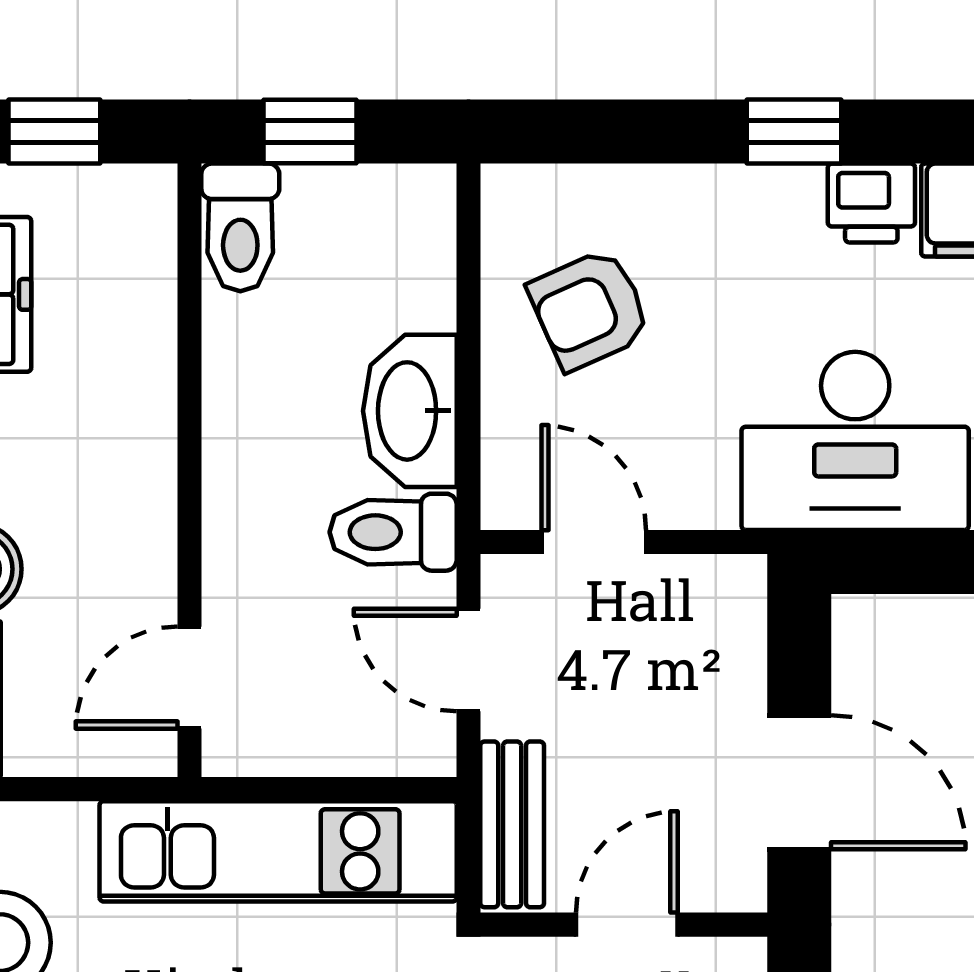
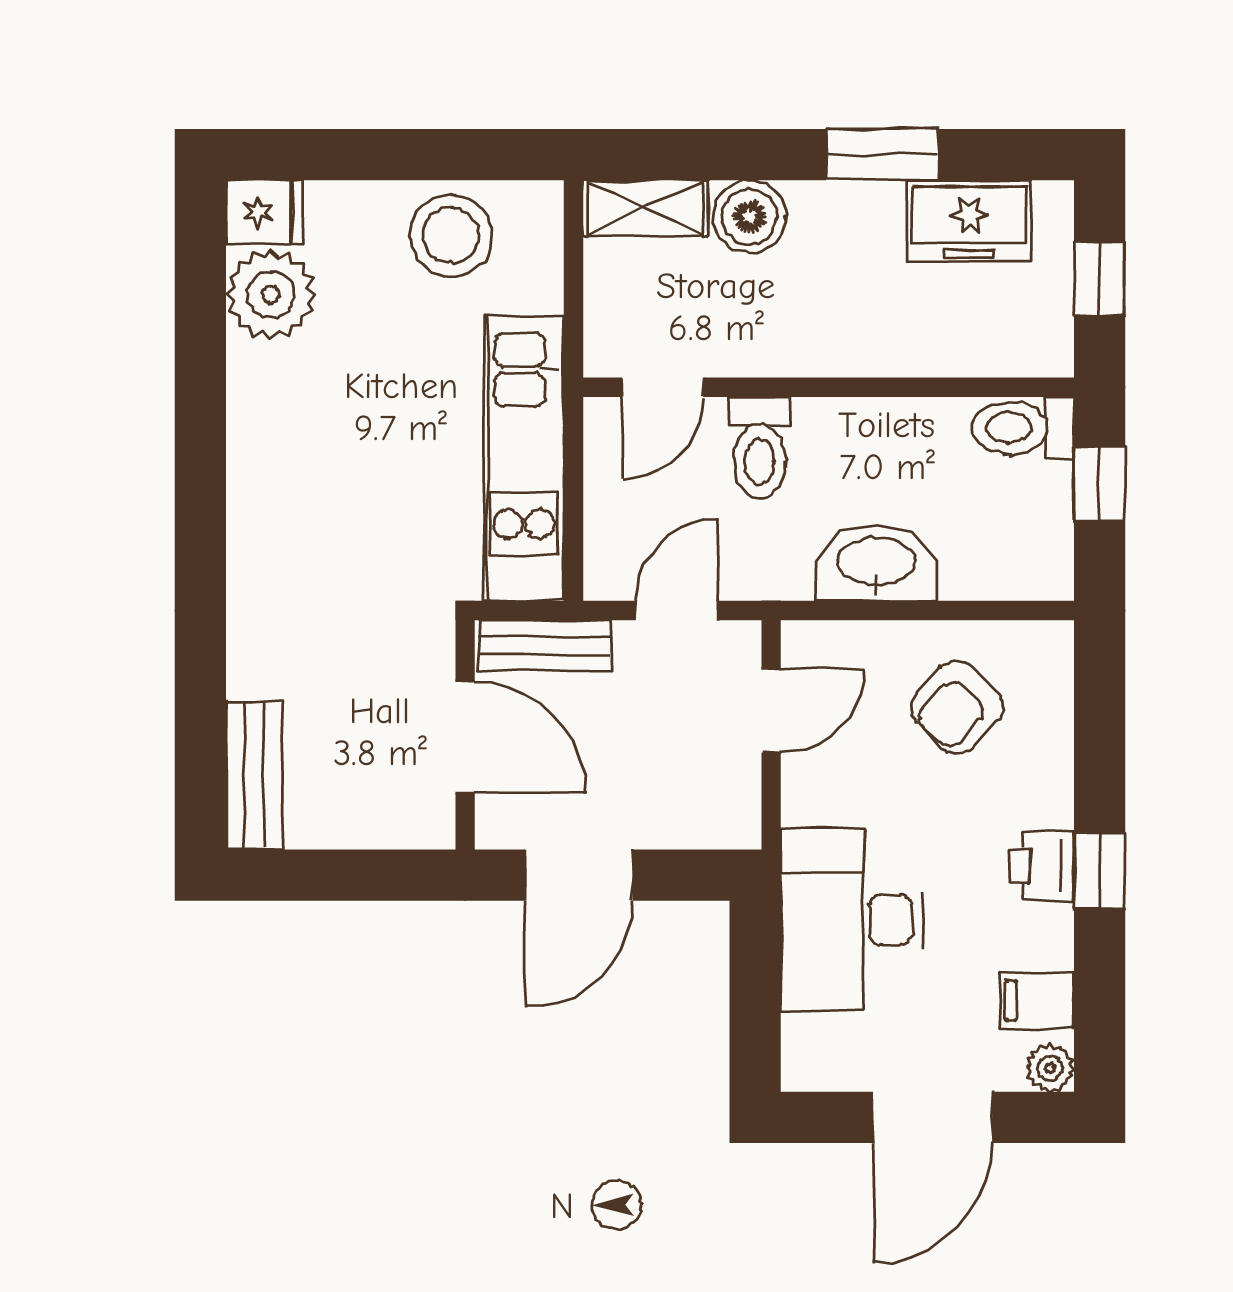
printer: (871, 203) -> (1042, 866), moved
armchair: (590, 309) -> (957, 707), turned -113
toilet: (393, 532) -> (760, 448), moved, turned 180
door: (189, 678) -> (663, 387), swing flipped
door: (627, 925) -> (465, 737), width x1.38

